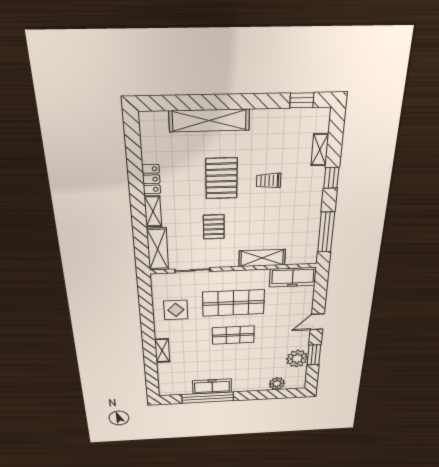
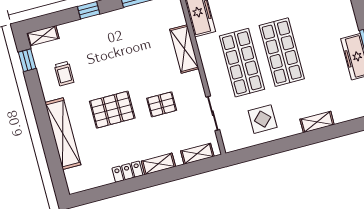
shelving: (320, 150) -> (43, 36), moved
trolley: (269, 181) -> (64, 73), moved
shelving: (158, 249) -> (197, 154), width x0.67, depth x0.75
shop shelf: (233, 335) -> (282, 52), width x1.43, depth x1.36

